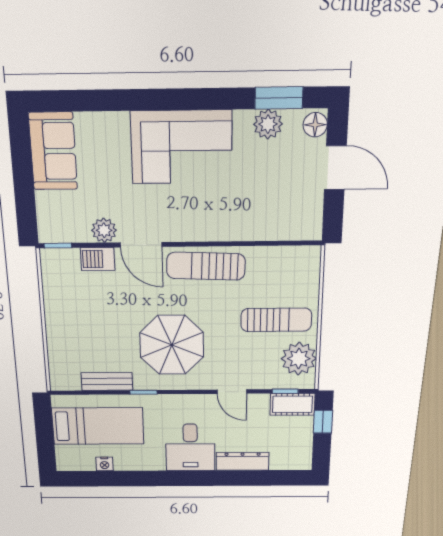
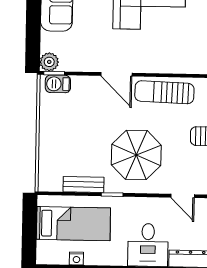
plant: (104, 230) -> (49, 62), moved
barbecue: (98, 259) -> (58, 84), moved

